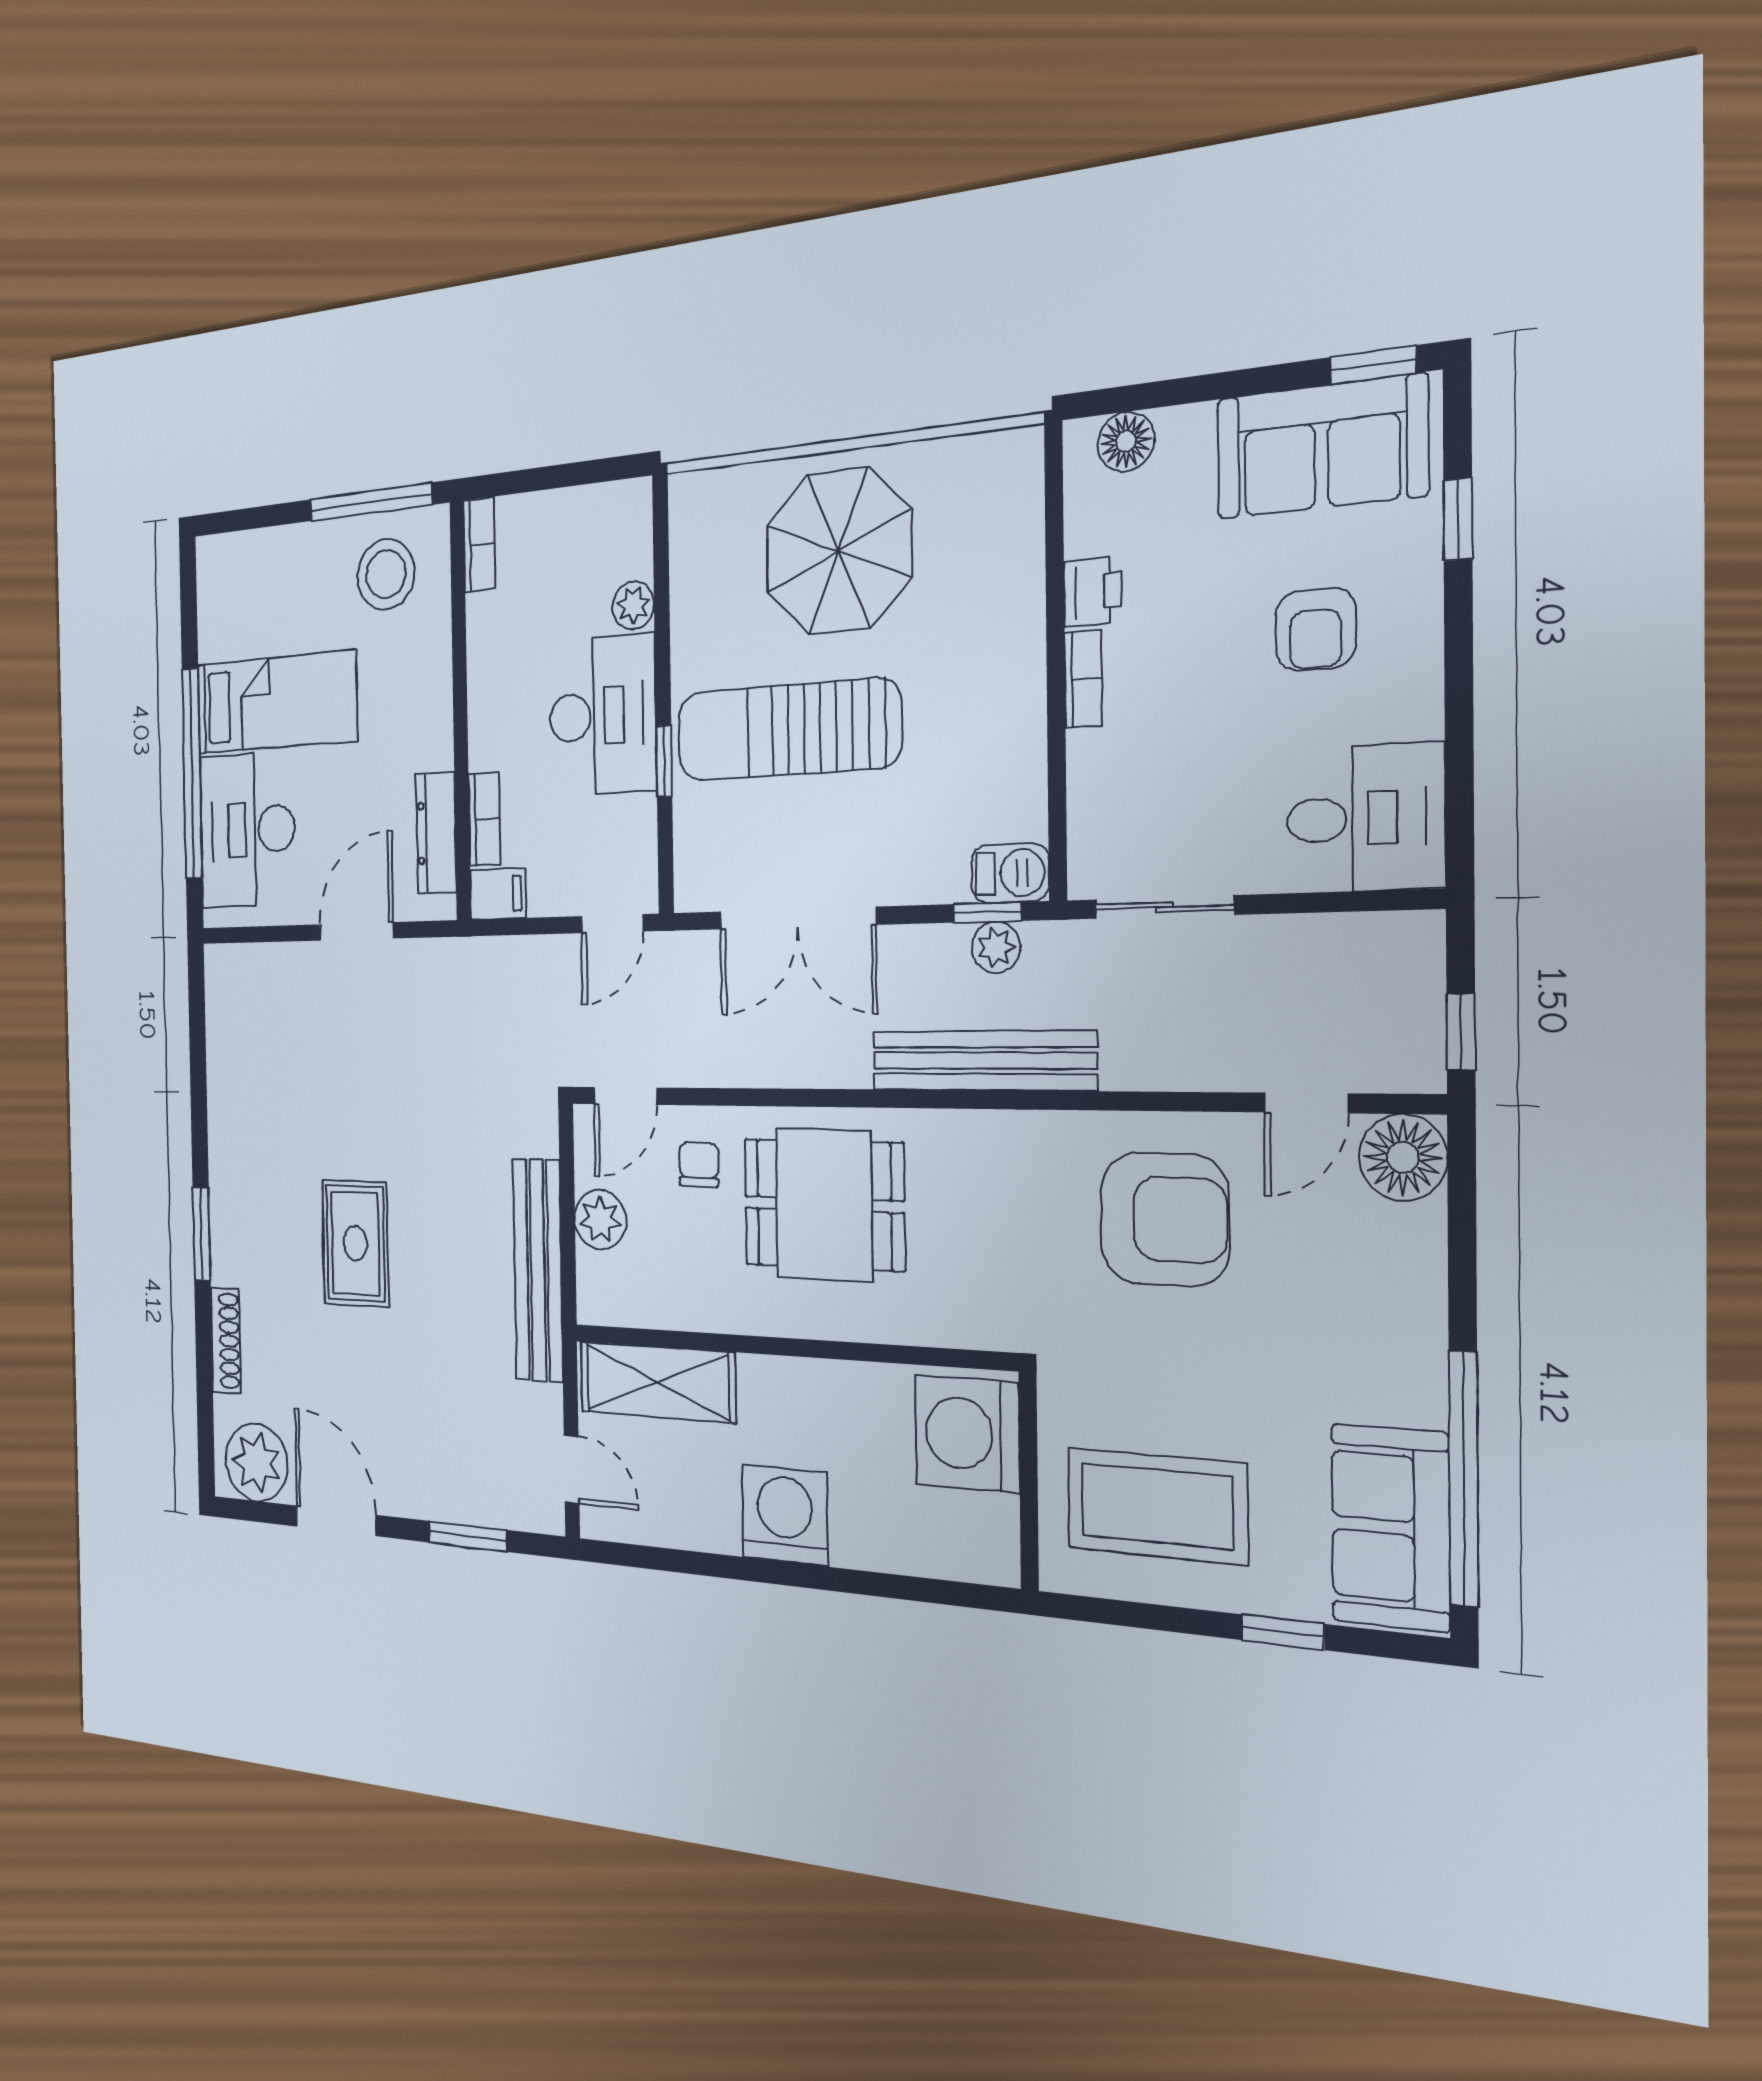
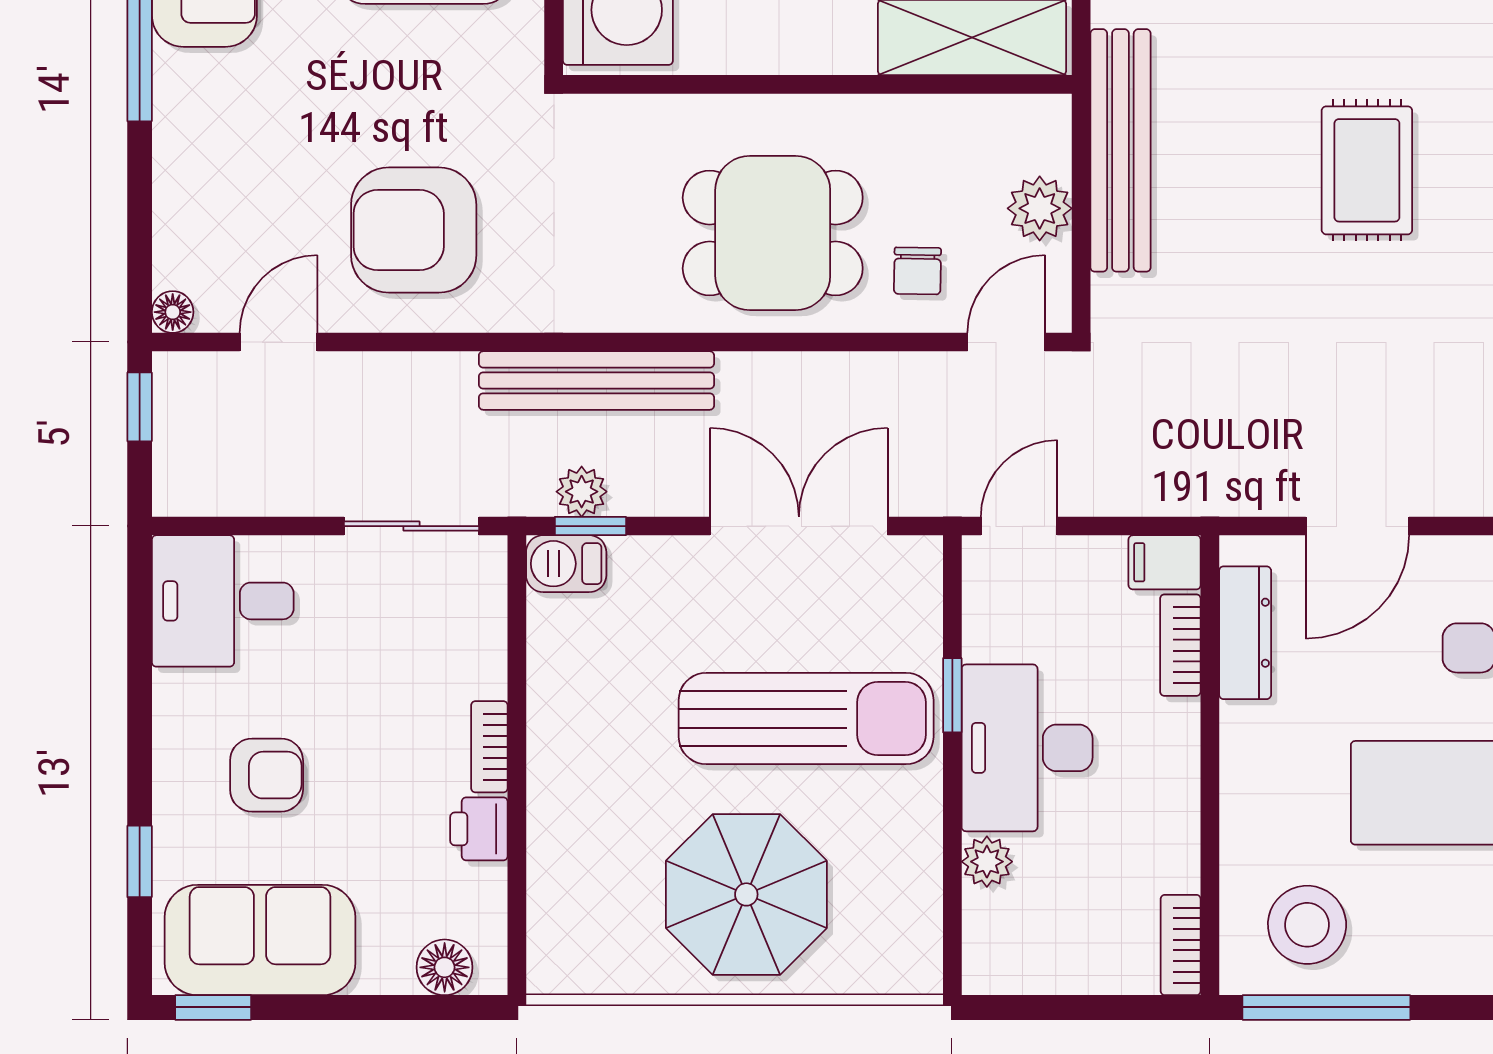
armchair: (1315, 629) -> (267, 775), turned 90
floor lamp: (1403, 1157) -> (173, 312), width x0.53, depth x0.53

